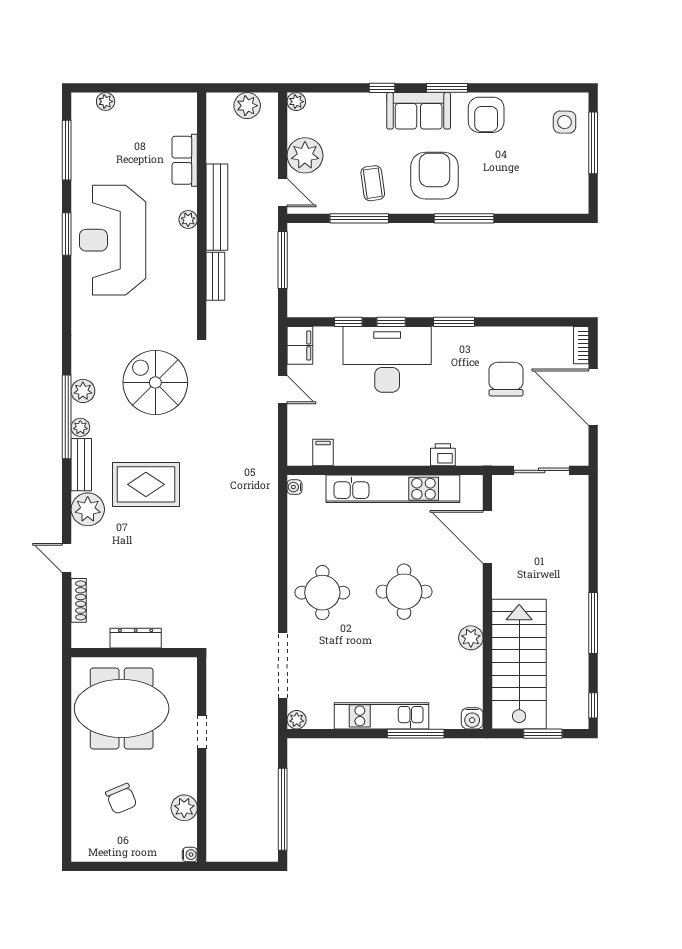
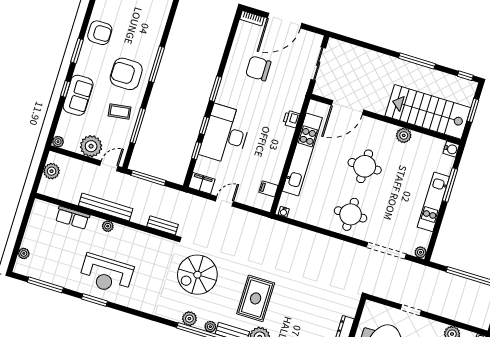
sofa: (419, 111) -> (78, 95), moved
reception desk: (113, 240) -> (106, 274), width x0.74, depth x0.77
bench: (215, 276) -> (163, 225), moved

